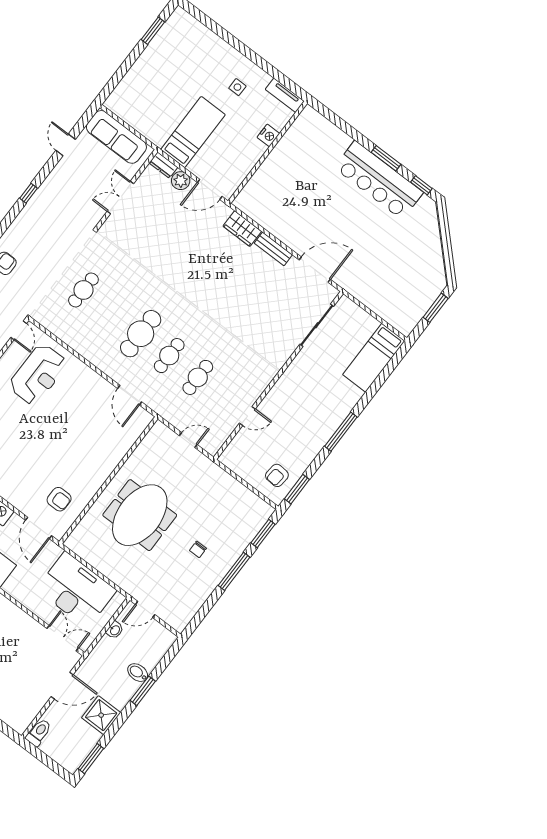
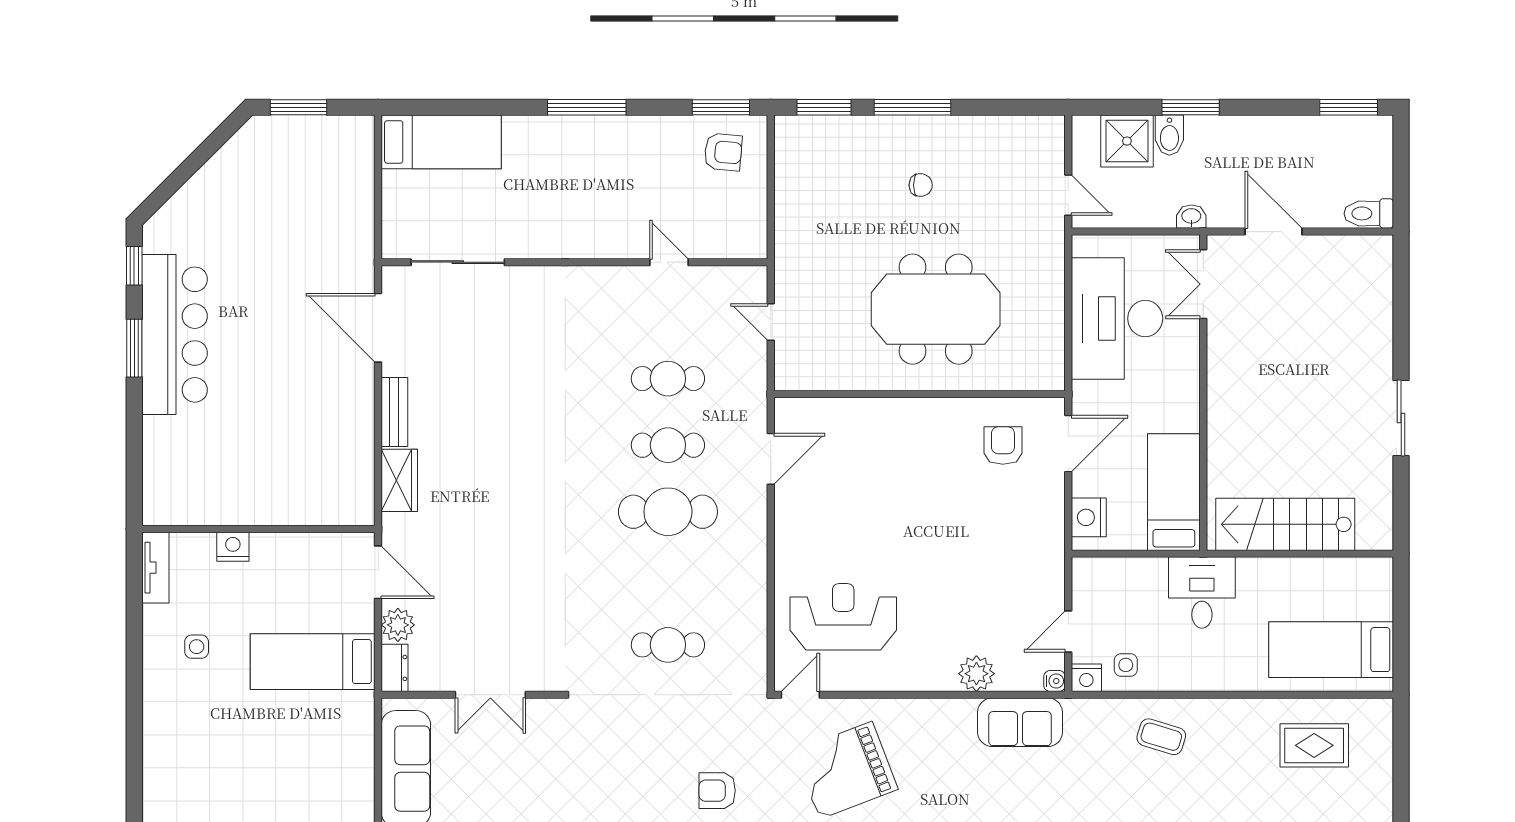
washbasin: (115, 630) -> (1191, 217), moved
shower: (101, 715) -> (1127, 141), moved

